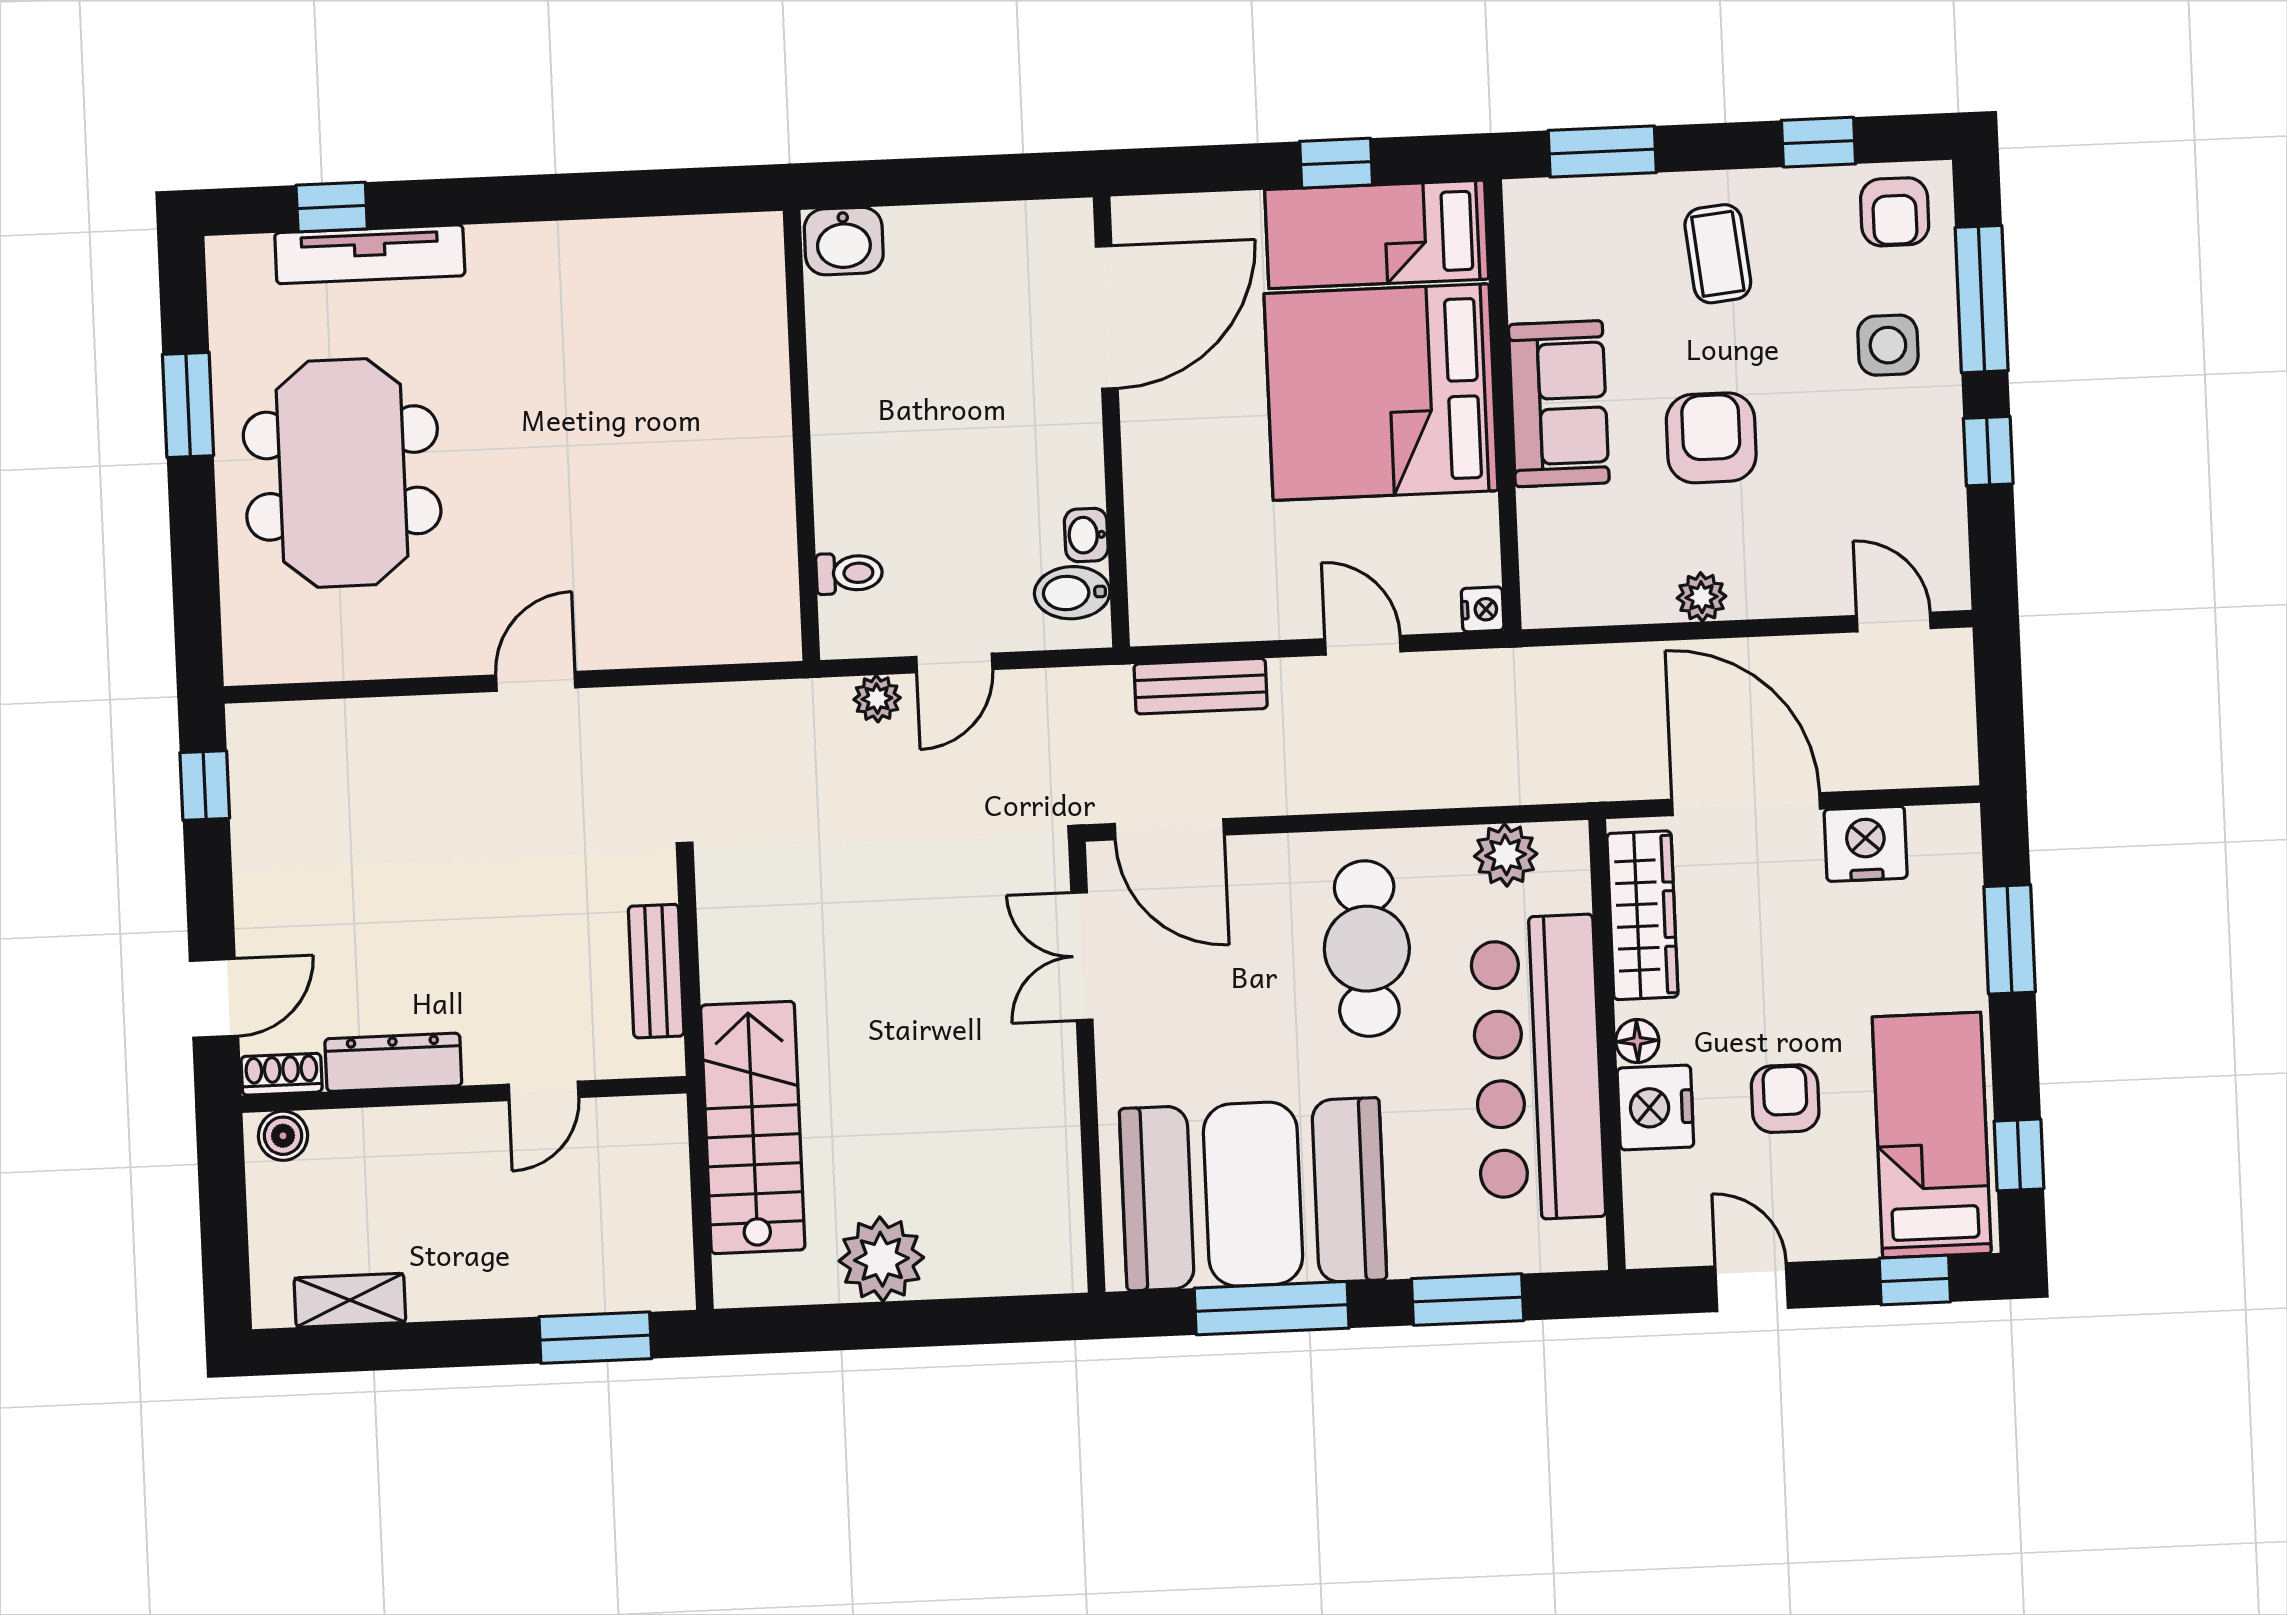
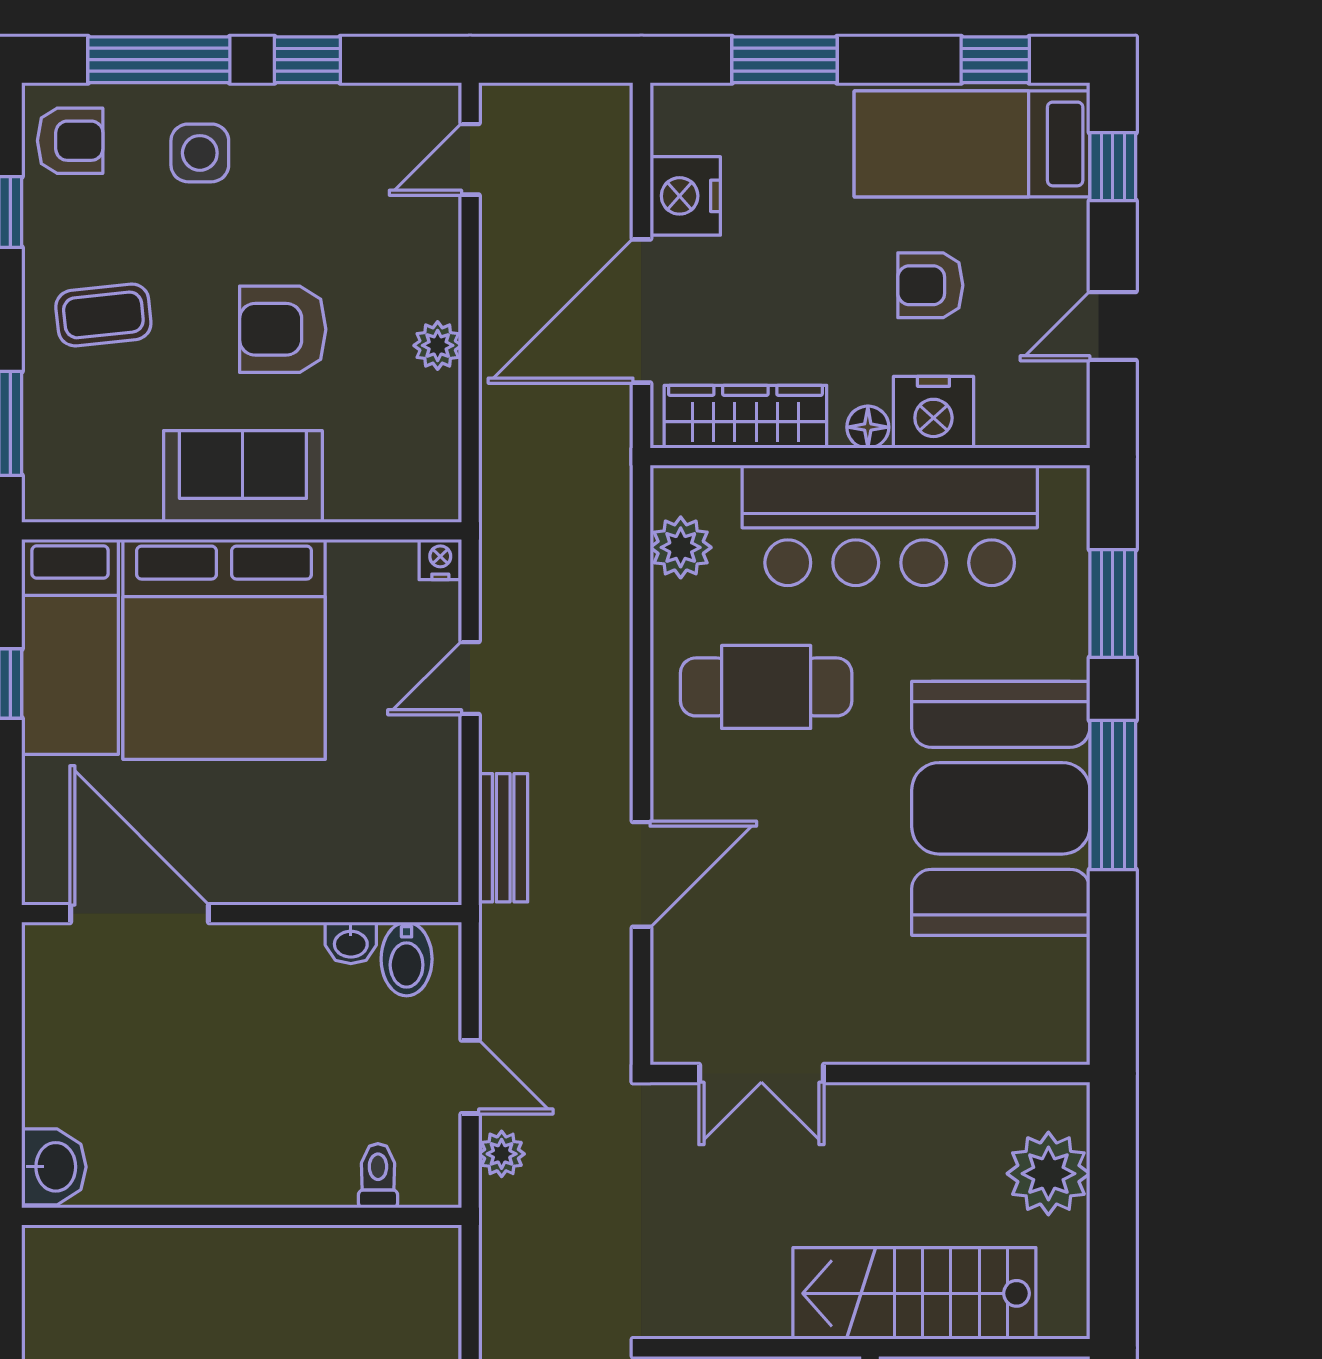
double door: (1082, 956) -> (761, 1074), moved
wall: (1087, 1067) -> (870, 1074), moved

